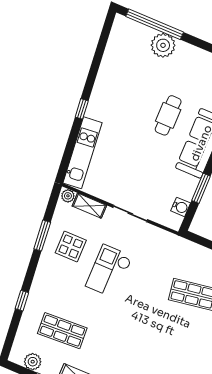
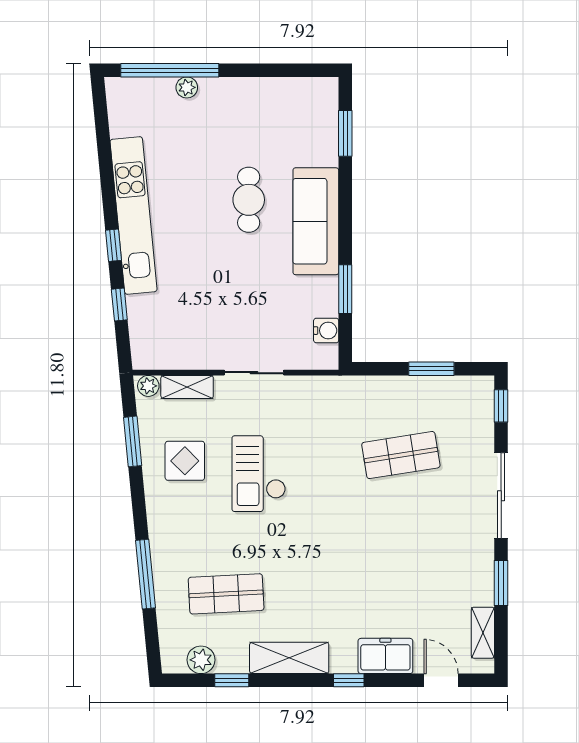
plant: (163, 45) -> (187, 87), width x0.53, depth x0.53
window: (71, 143) -> (119, 305), added
kitchen unit: (83, 153) -> (133, 215), moved, width x1.36
window: (42, 236) -> (133, 441), moved
window: (22, 301) -> (145, 574), width x2.17

